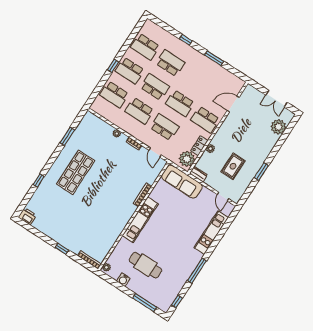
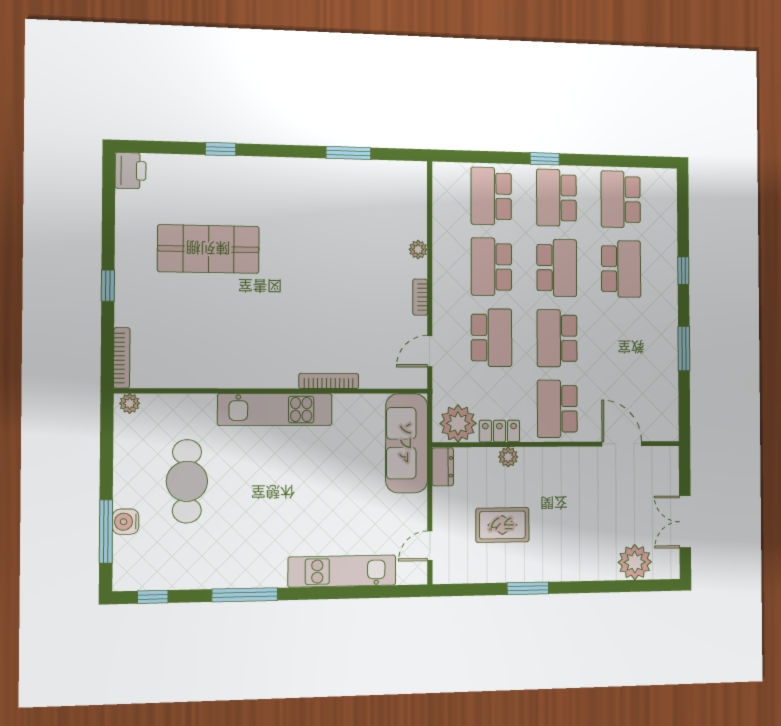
shop shelf: (76, 172) -> (208, 249), moved
water cooler: (123, 280) -> (126, 522), moved

